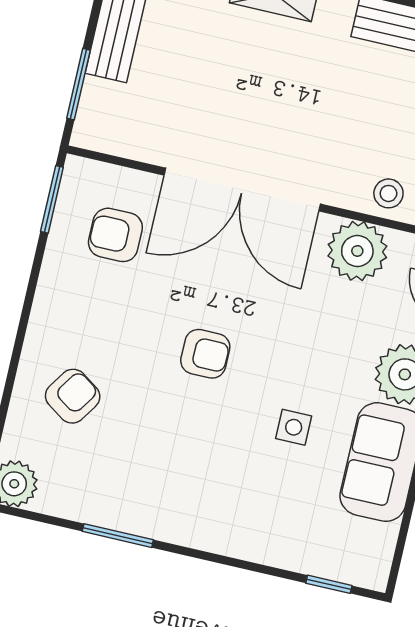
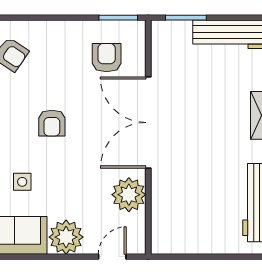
stool: (388, 193) -> (165, 205), removed

